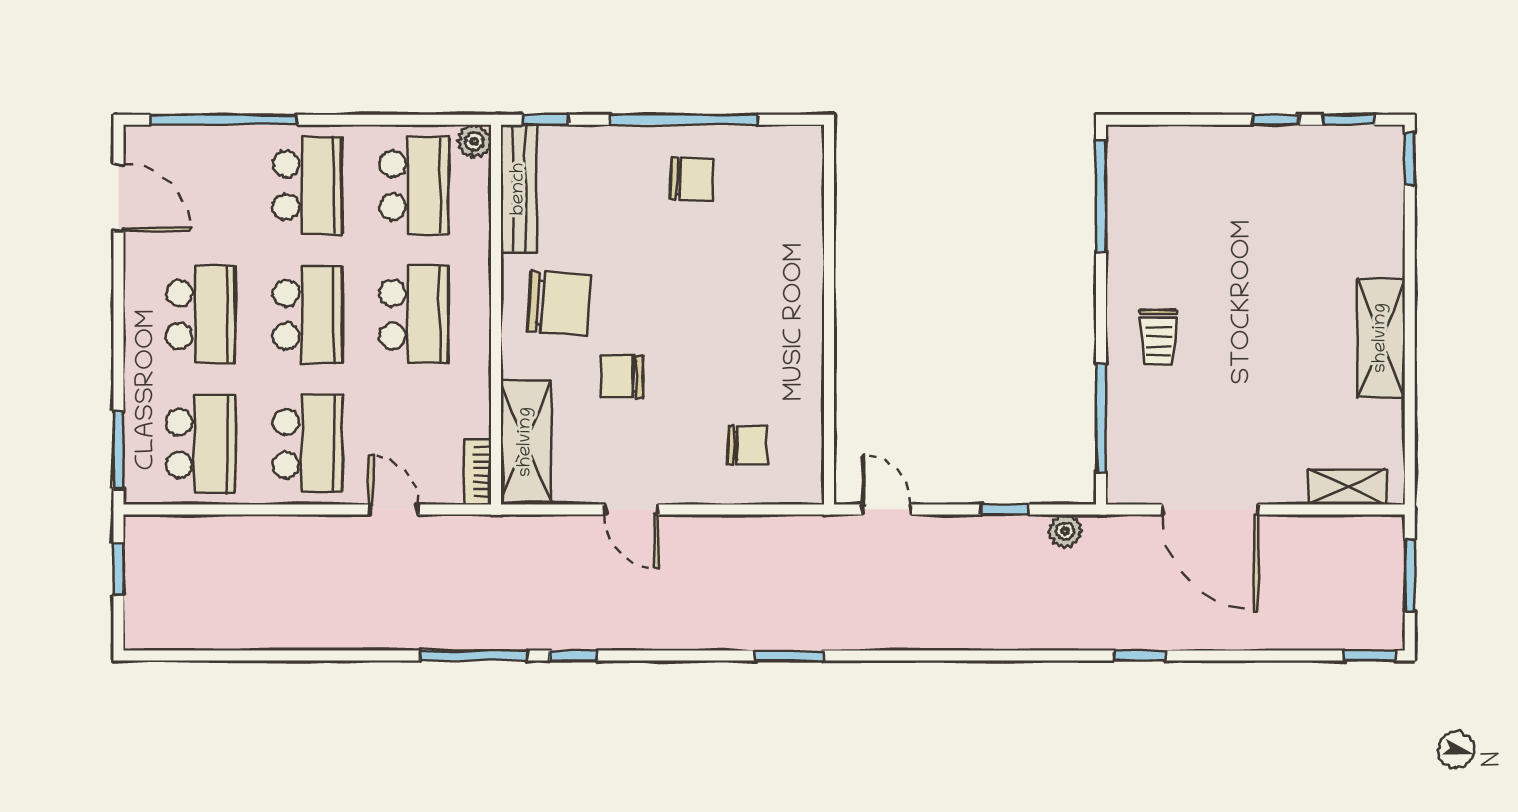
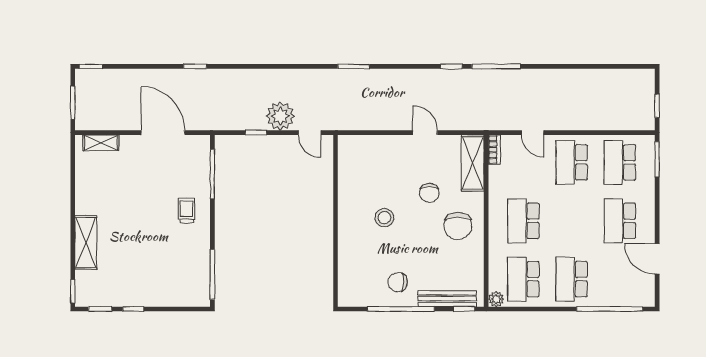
bench: (519, 189) -> (447, 299), moved, turned 90
door: (119, 198) -> (657, 259), moved
chair: (559, 303) -> (458, 226), turned -94
school desk: (307, 315) -> (572, 221), removed
stool: (721, 322) -> (384, 218), added
shelving: (1381, 338) -> (86, 242), moved
chair: (622, 376) -> (429, 193), turned 90
chair: (747, 445) -> (373, 162), removed
plant: (1065, 531) -> (280, 116), moved, width x1.87, depth x1.87

